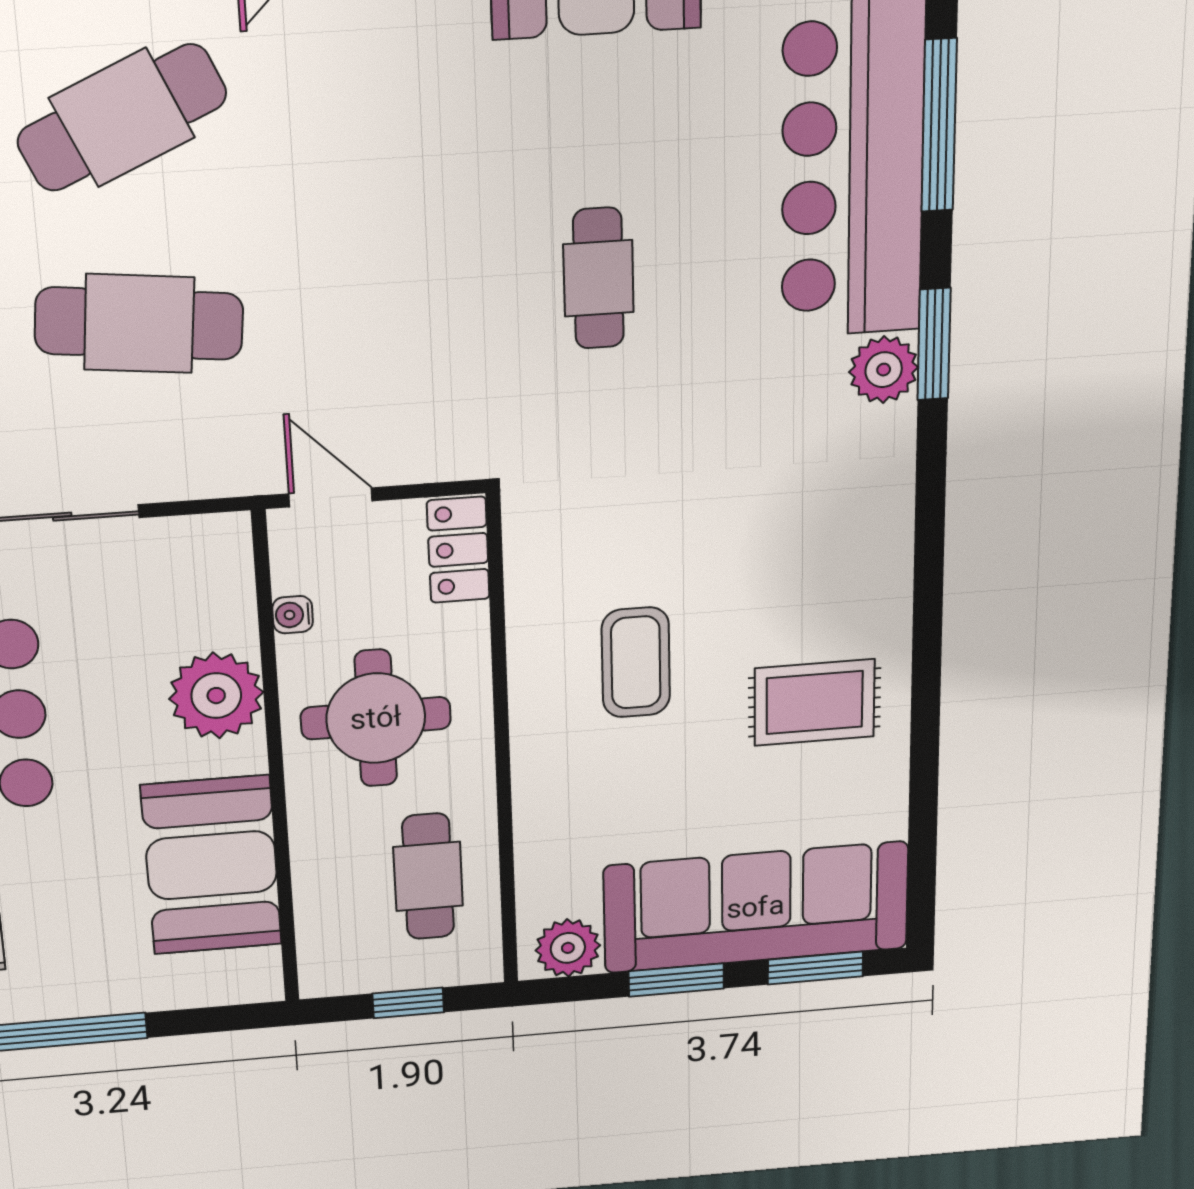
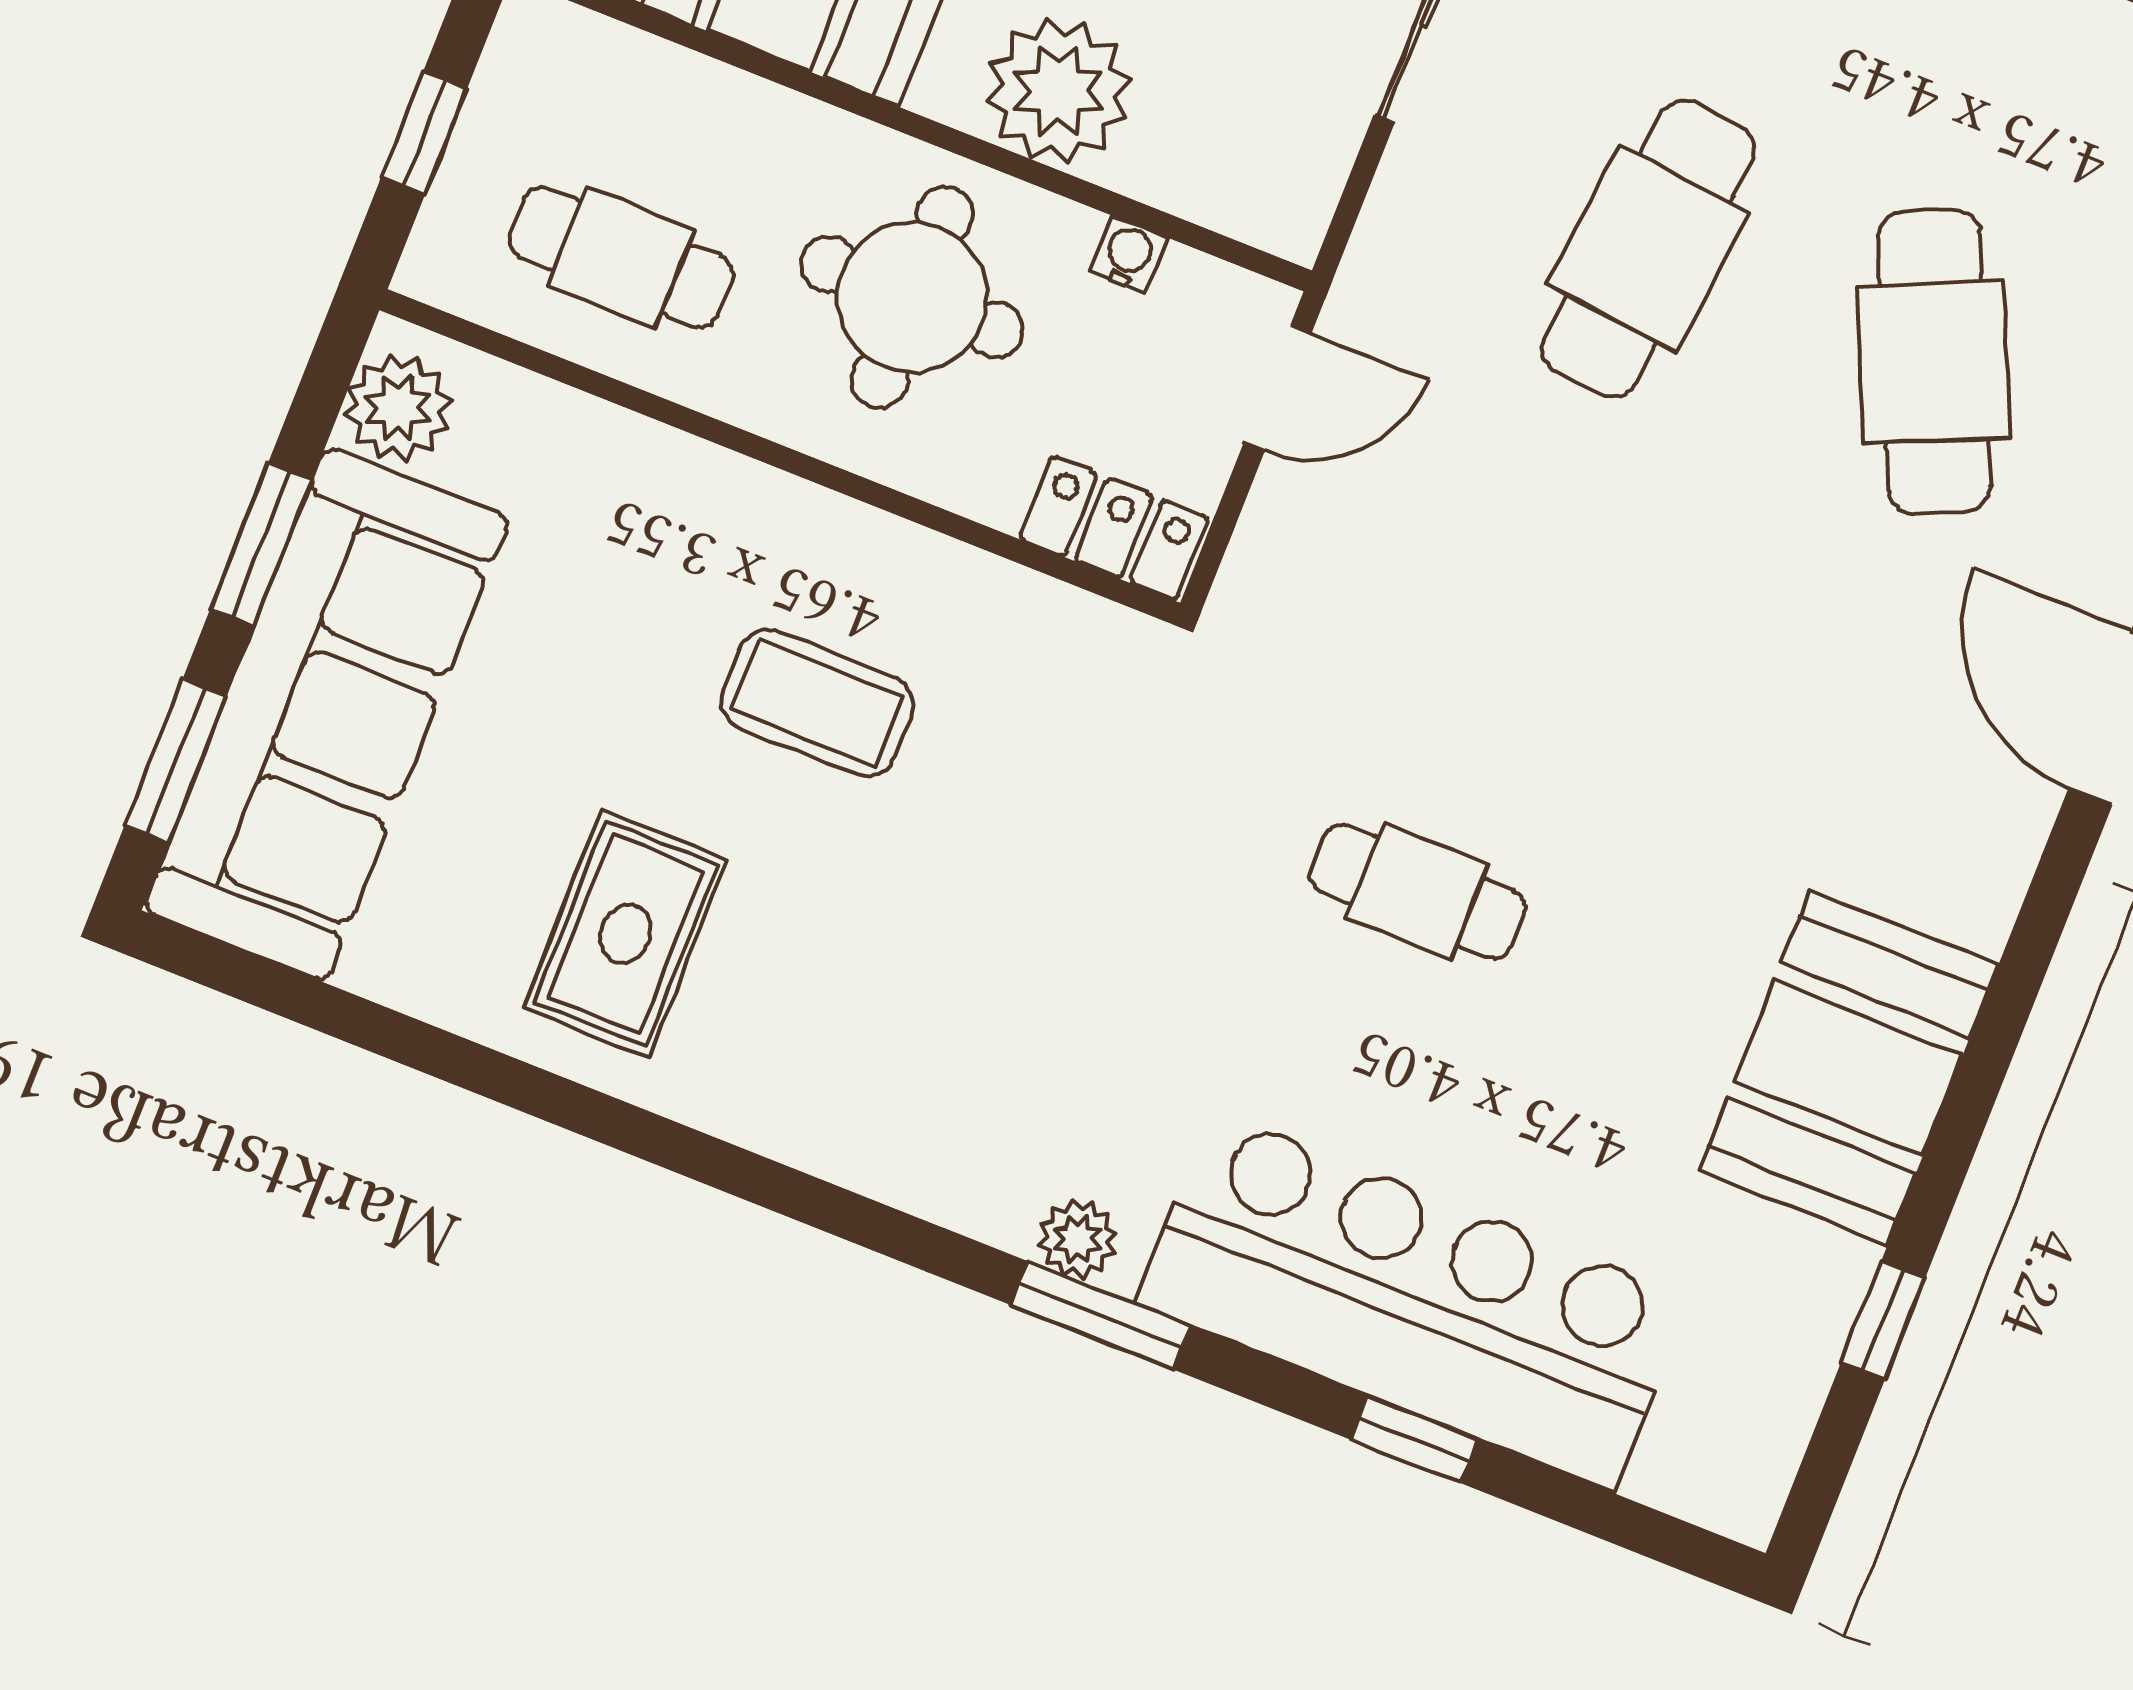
window: (939, 126) -> (1414, 1439), width x0.46
plant: (884, 370) -> (1078, 1239), width x0.73, depth x0.73

